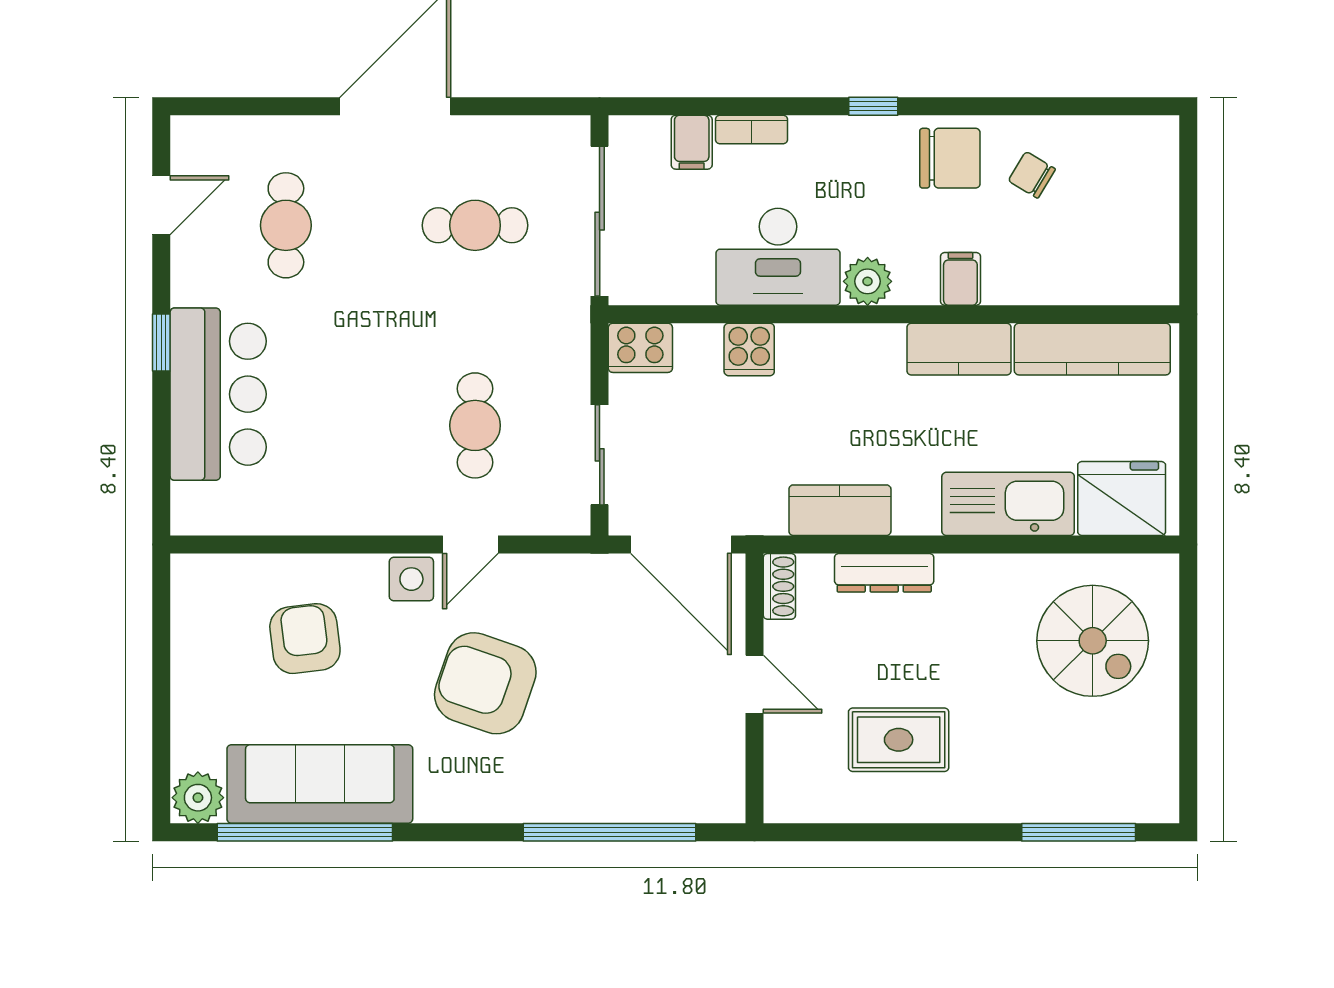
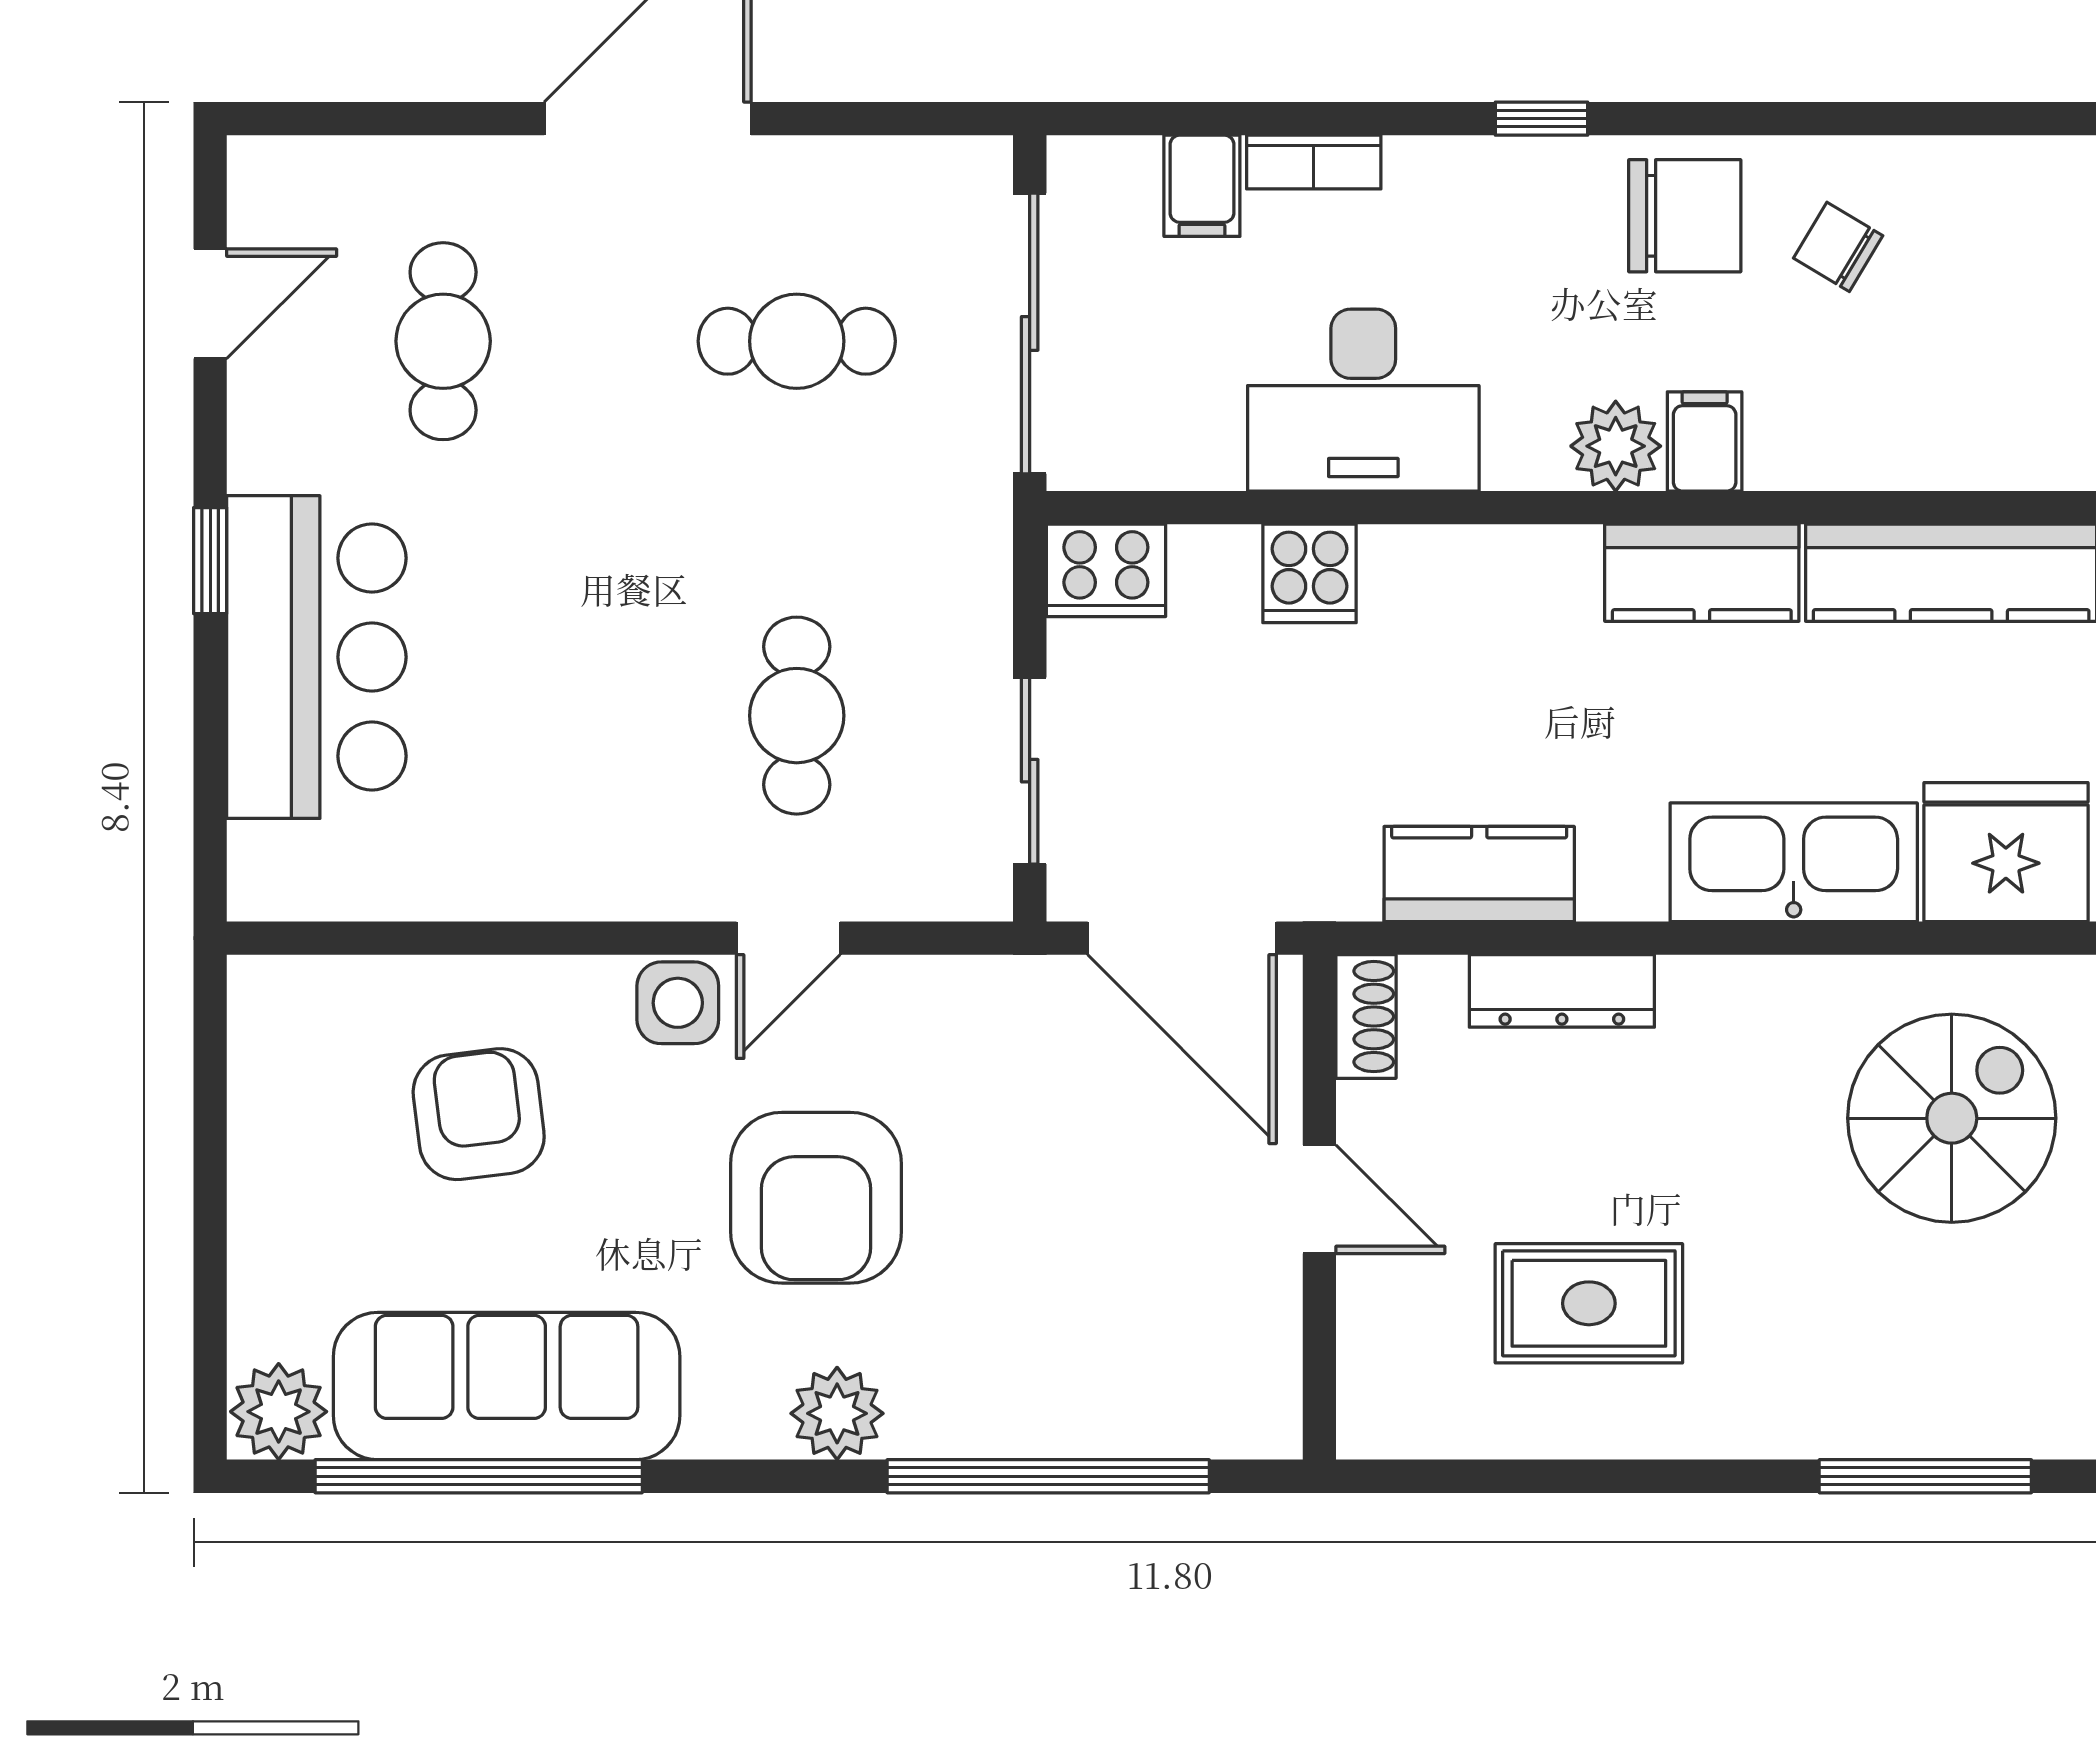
plant: (868, 281) -> (1616, 446), moved
spiral stairs: (1093, 641) -> (1952, 1118), turned -90
armchair: (485, 683) -> (816, 1198), turned -109
plant: (497, 799) -> (837, 1413), added

